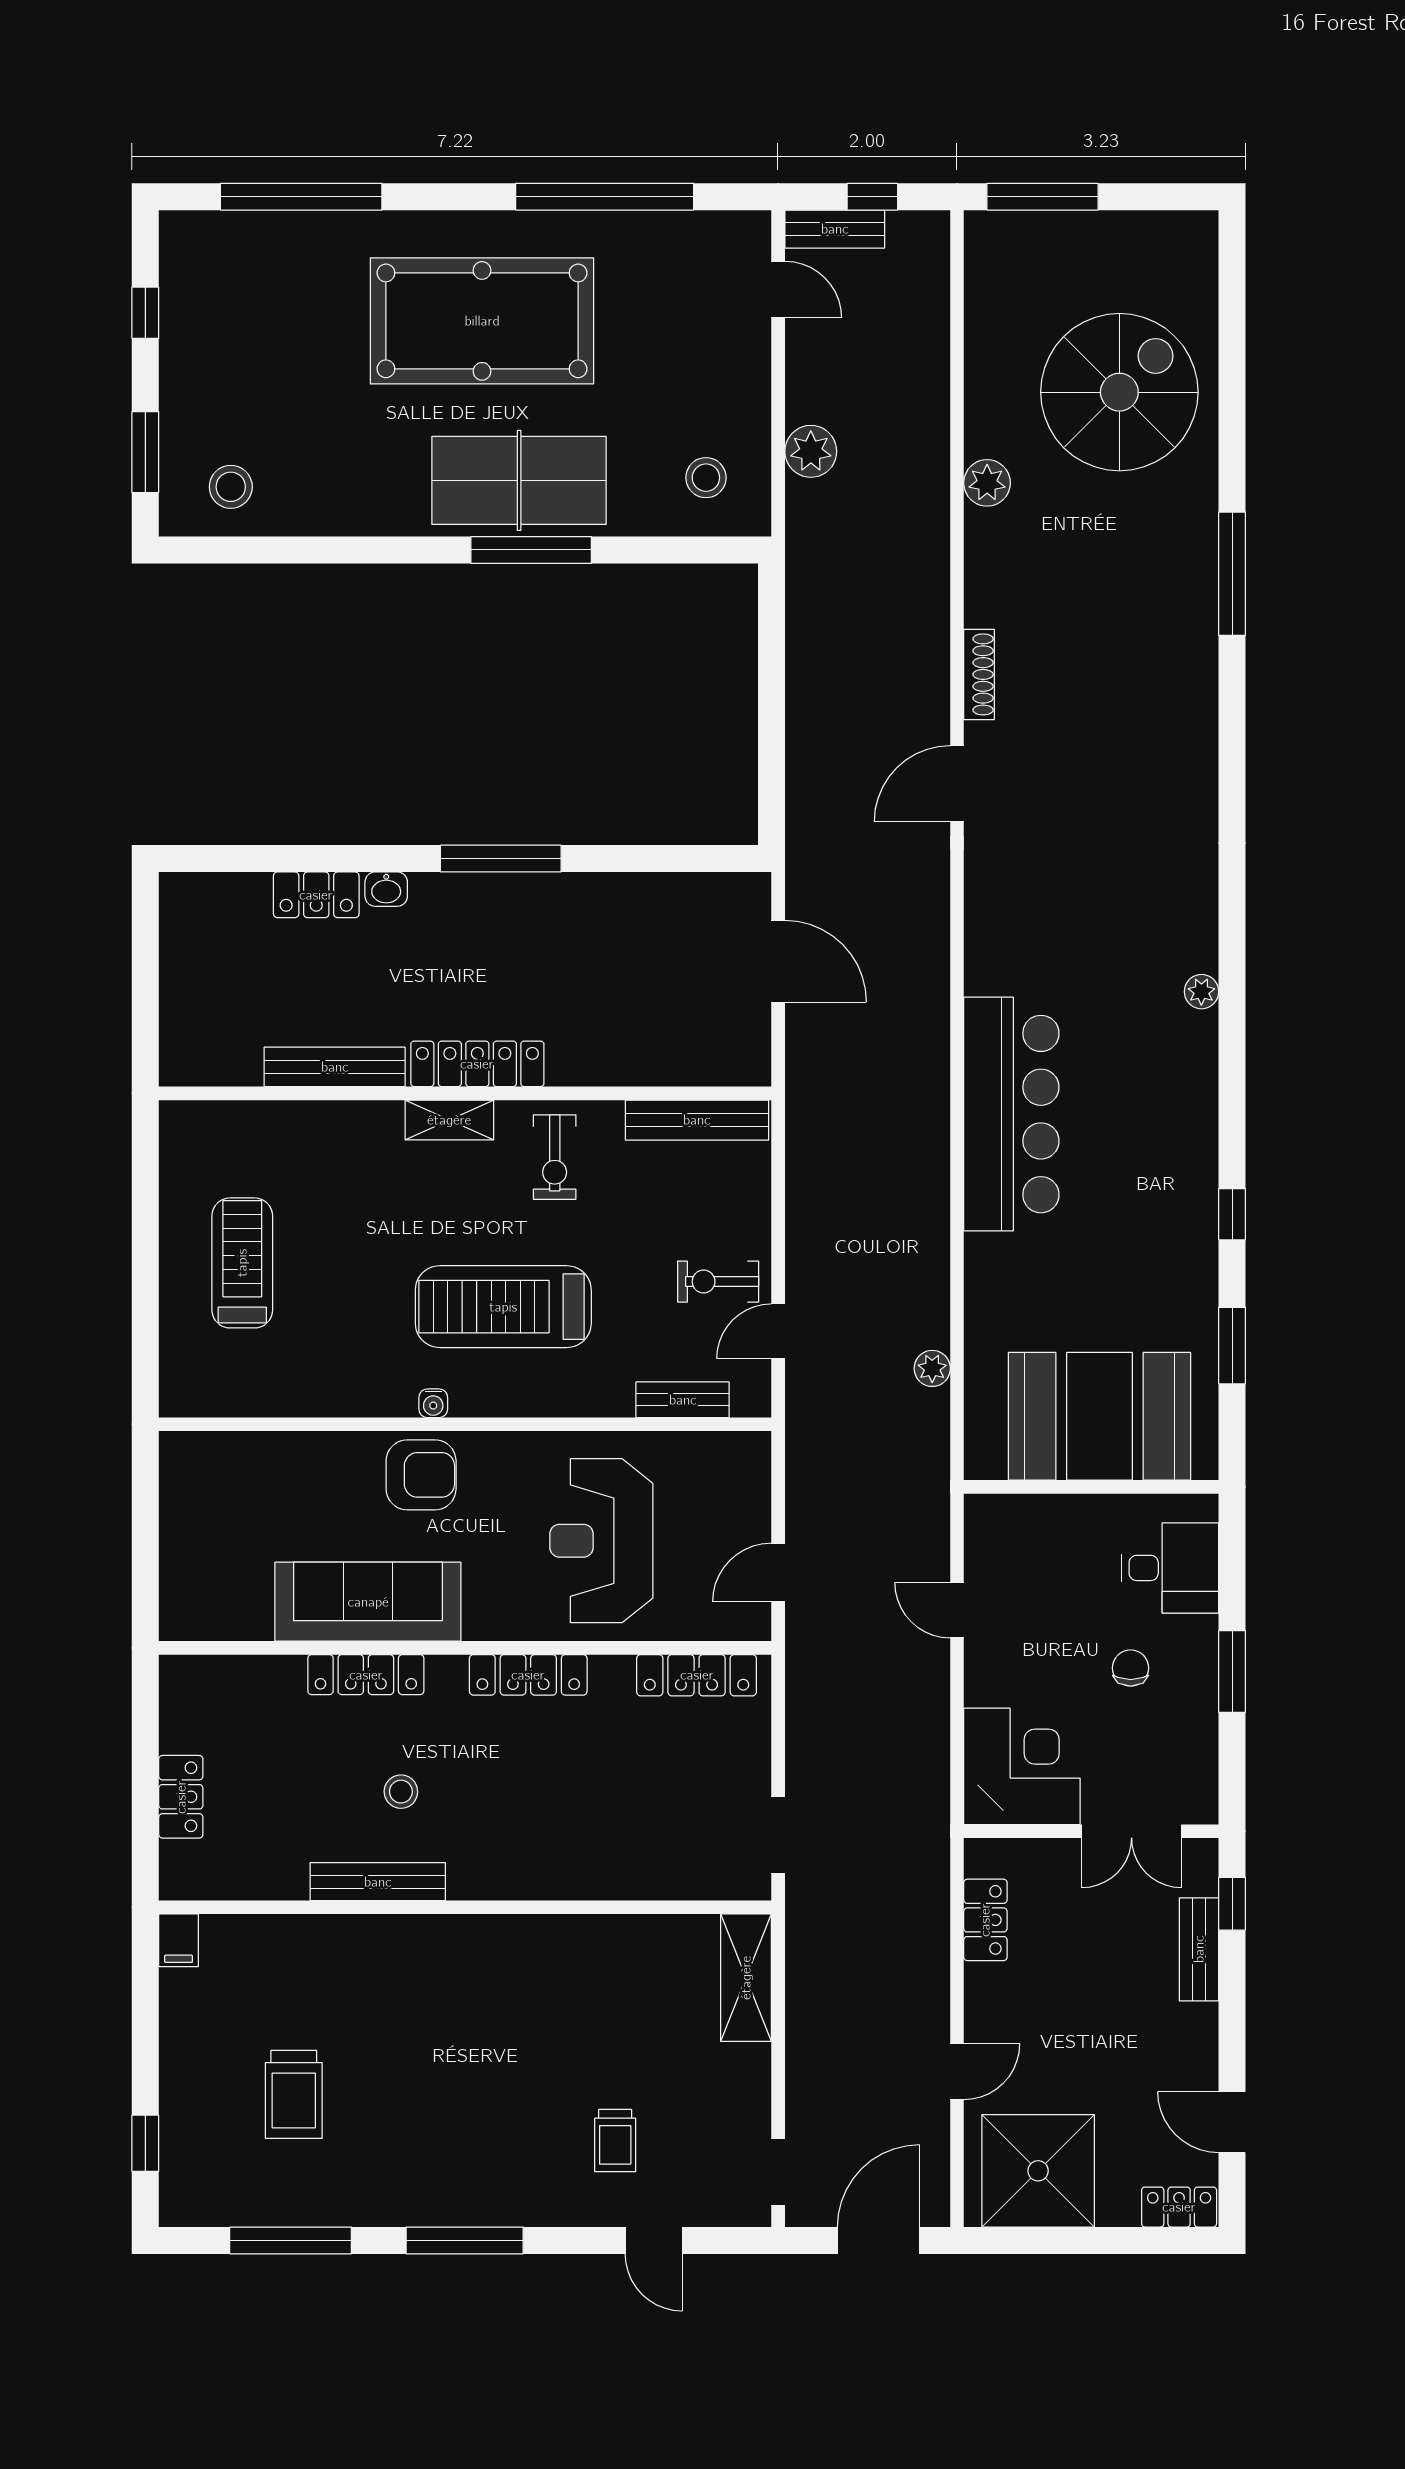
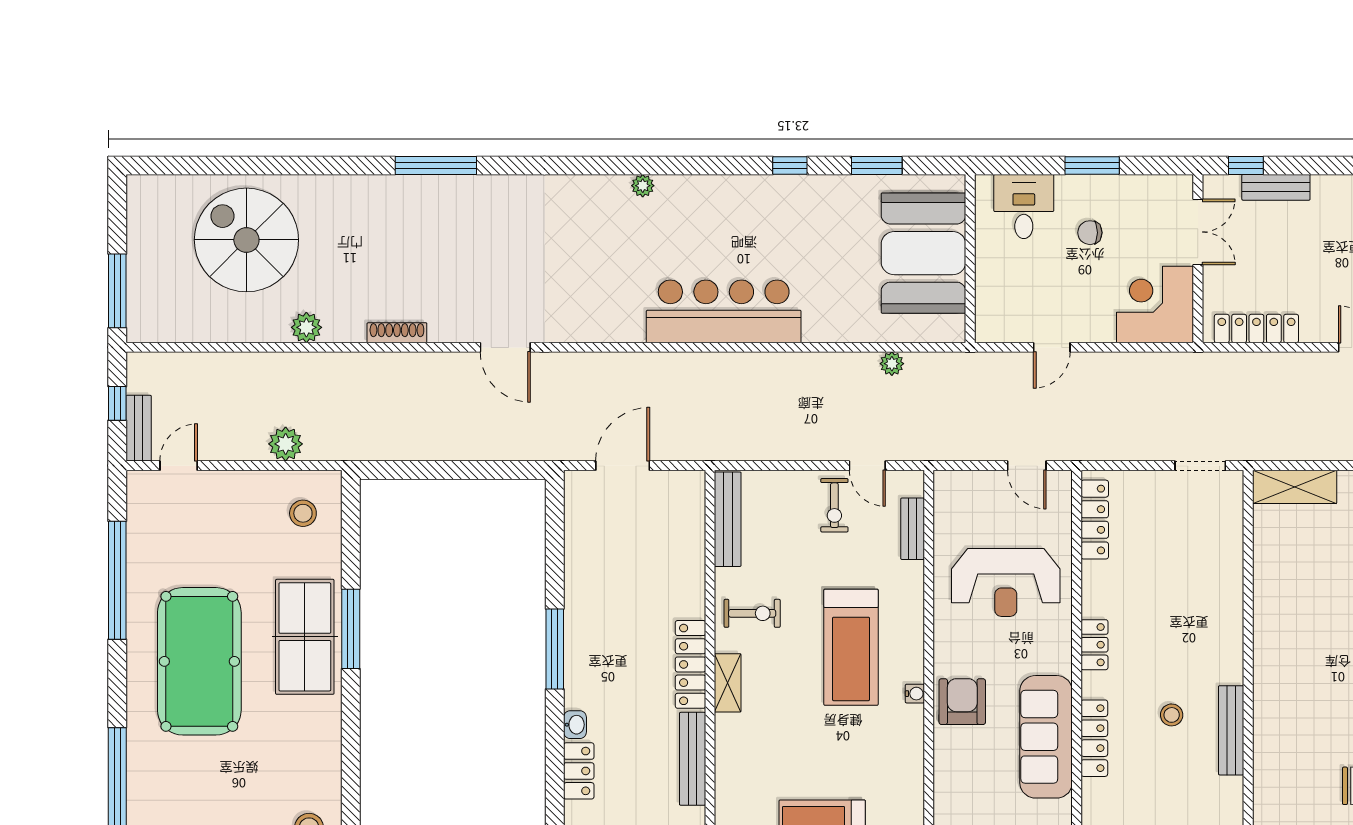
window: (1232, 574) -> (436, 165), moved
shoe rack: (979, 674) -> (397, 333), moved
locker: (528, 1675) -> (1094, 645), width x0.66
locker: (985, 1920) -> (1256, 329), width x1.53

